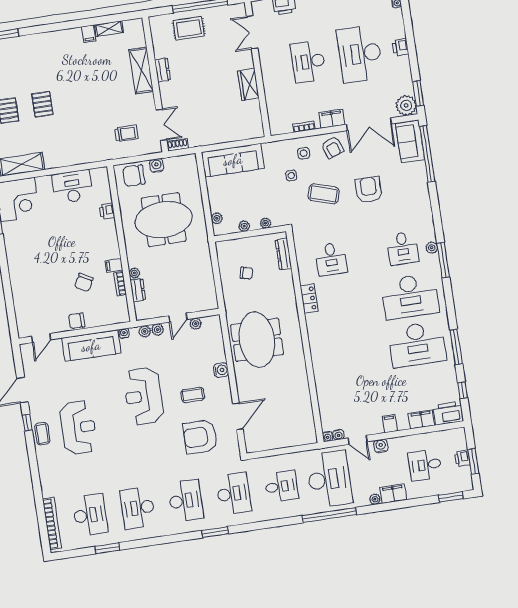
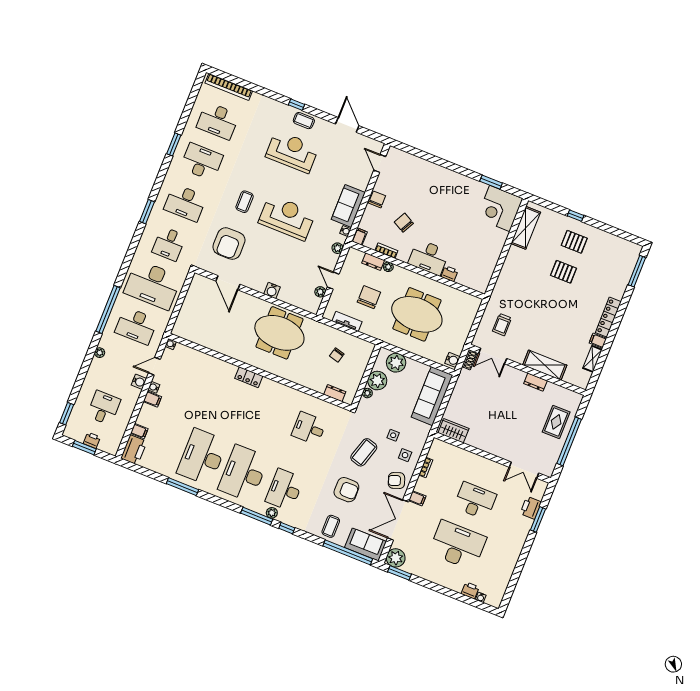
double door: (252, 32) -> (524, 470), swing flipped
locker: (61, 37) -> (608, 317), added
printer: (400, 47) -> (470, 590), moved
wardrobe: (248, 84) -> (453, 431), moved
filing cabinet: (332, 119) -> (417, 498), width x0.50
water cooler: (157, 165) -> (452, 360), moved
chair: (134, 176) -> (369, 297), moved
coffee table: (412, 184) -> (331, 526), added
desk: (72, 187) -> (429, 257), moved, turned 90
plant: (217, 218) -> (396, 363), width x1.87, depth x1.87
meeting table: (164, 220) -> (417, 314), turned 90
plant: (244, 226) -> (377, 381), width x1.87, depth x1.87
desk: (403, 248) -> (285, 490), width x1.37
dresser: (283, 254) -> (335, 393), width x0.70
filing cabinet: (114, 265) -> (359, 237), moved
tv unit: (209, 282) -> (347, 321), added
locker: (309, 298) -> (249, 377), moved
plant: (158, 330) -> (333, 259), removed
sofa: (91, 346) -> (348, 206), width x0.73
window: (463, 390) -> (287, 528), moved
coffee table: (193, 395) -> (245, 202), moved
filing cabinet: (421, 419) -> (139, 431), width x0.50
window: (27, 422) -> (297, 105), moved
reception desk: (78, 428) -> (292, 152), turned 180
water cooler: (338, 435) -> (154, 387), moved
armchair: (200, 437) -> (229, 244), turned 180
desk: (329, 479) -> (136, 326), width x0.73, depth x0.77
desk: (281, 486) -> (153, 285), width x1.87, depth x1.30
desk: (234, 494) -> (169, 244), width x0.73
filing cabinet: (393, 494) -> (96, 370), removed
window: (107, 548) -> (174, 144), moved

